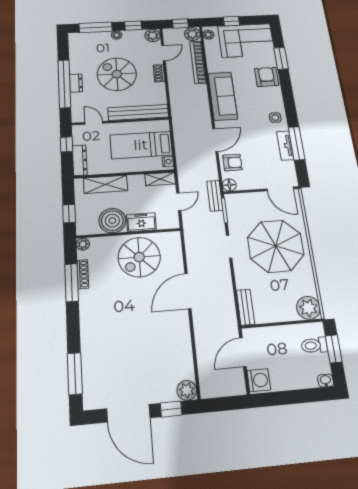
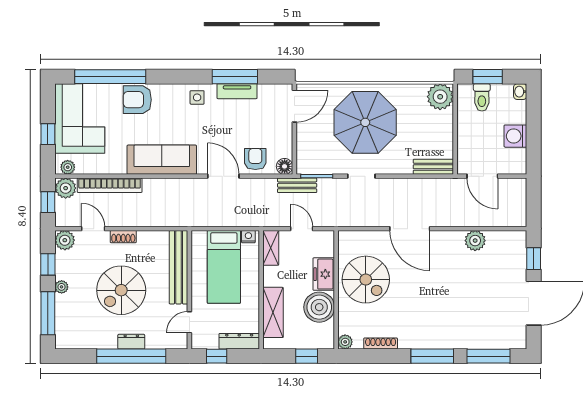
window: (281, 58) -> (110, 77), width x2.11
window: (72, 282) -> (432, 356), moved
washing machine: (259, 380) -> (515, 136), moved, turned -90
plant: (187, 390) -> (475, 241), moved

